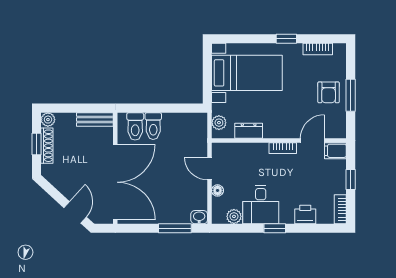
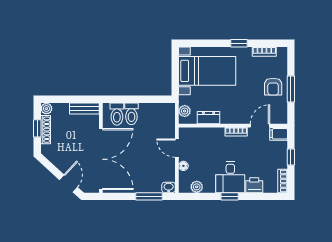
desk: (261, 205) -> (230, 177), moved

